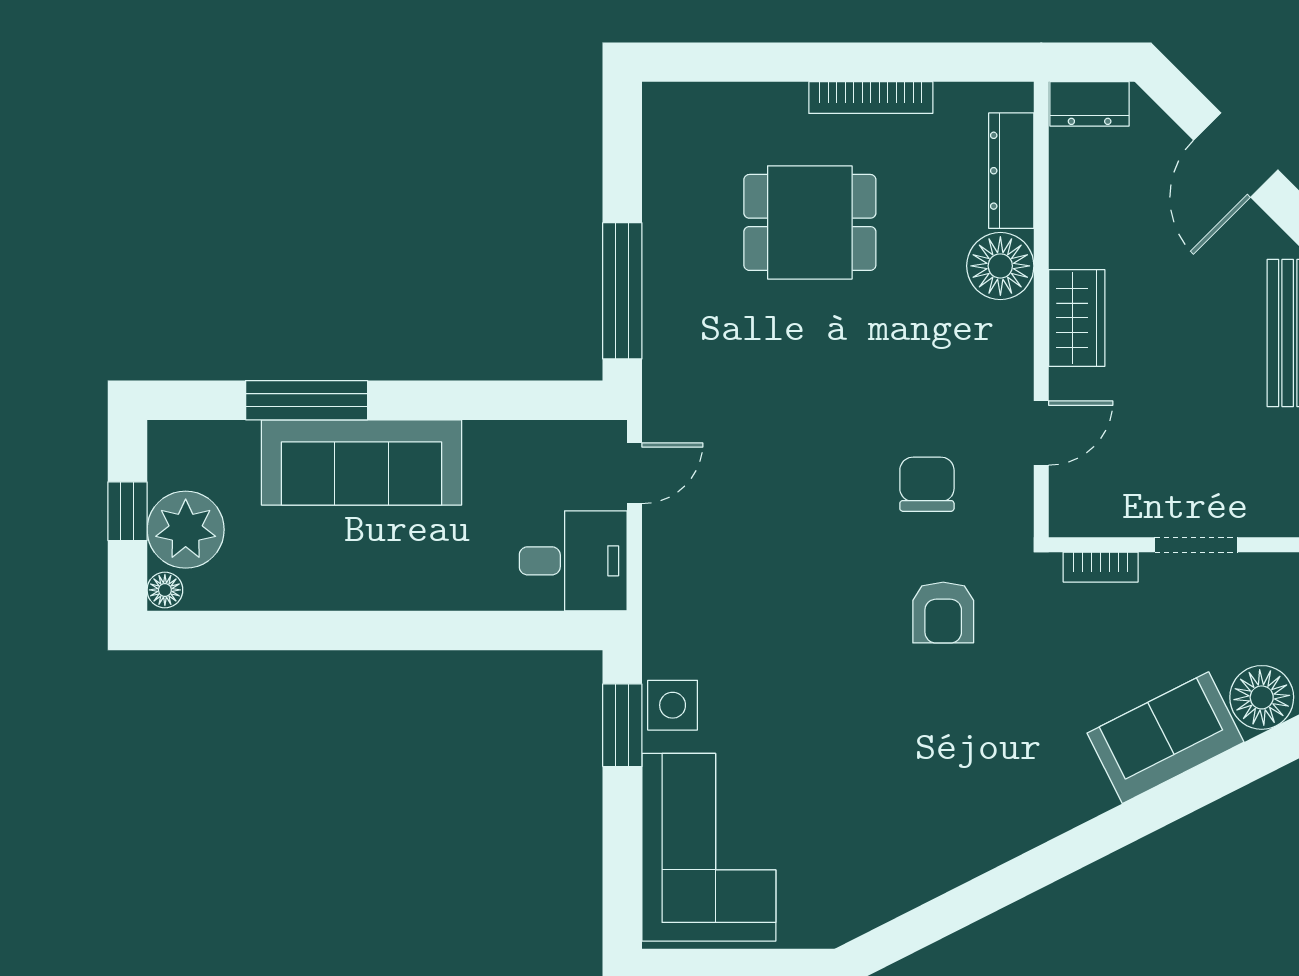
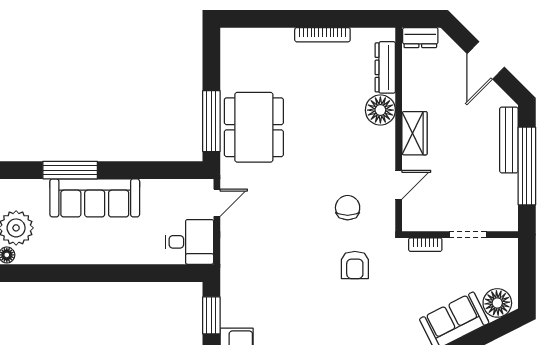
dining table: (810, 222) -> (254, 127), moved, width x1.38
side table: (673, 705) -> (234, 306), removed

